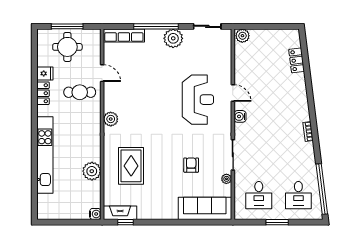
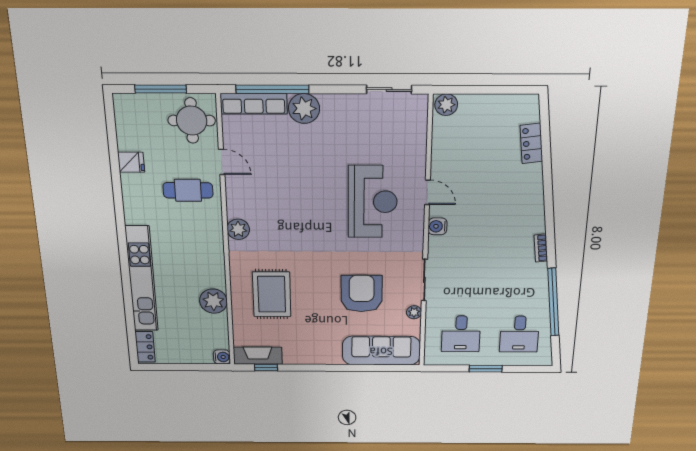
window: (156, 26) -> (272, 89), moved
plant: (173, 38) -> (304, 109), moved
round table: (67, 47) -> (192, 121), moved
locker: (43, 93) -> (145, 347), moved
armchair: (191, 165) -> (362, 294), width x1.88, depth x1.88
window: (322, 189) -> (553, 302), moved

